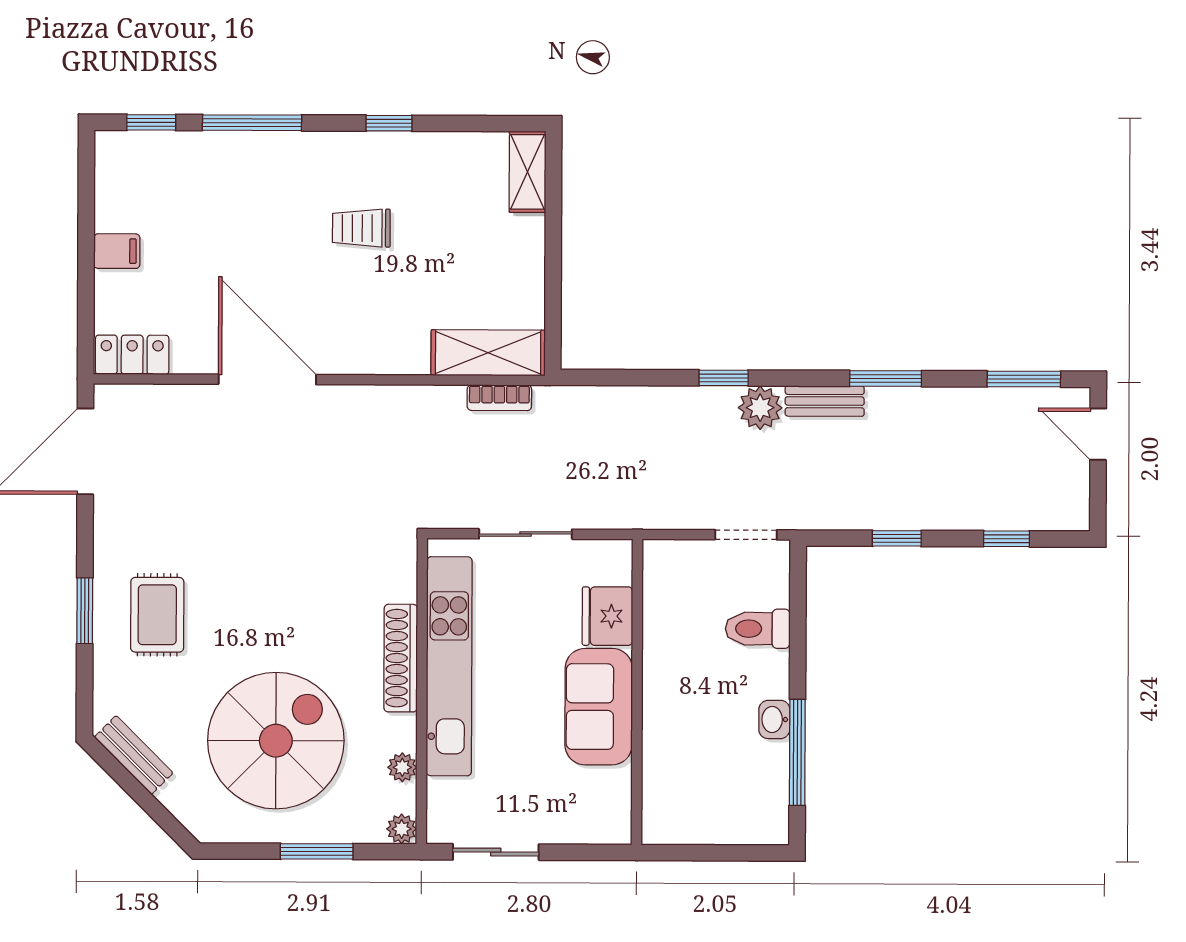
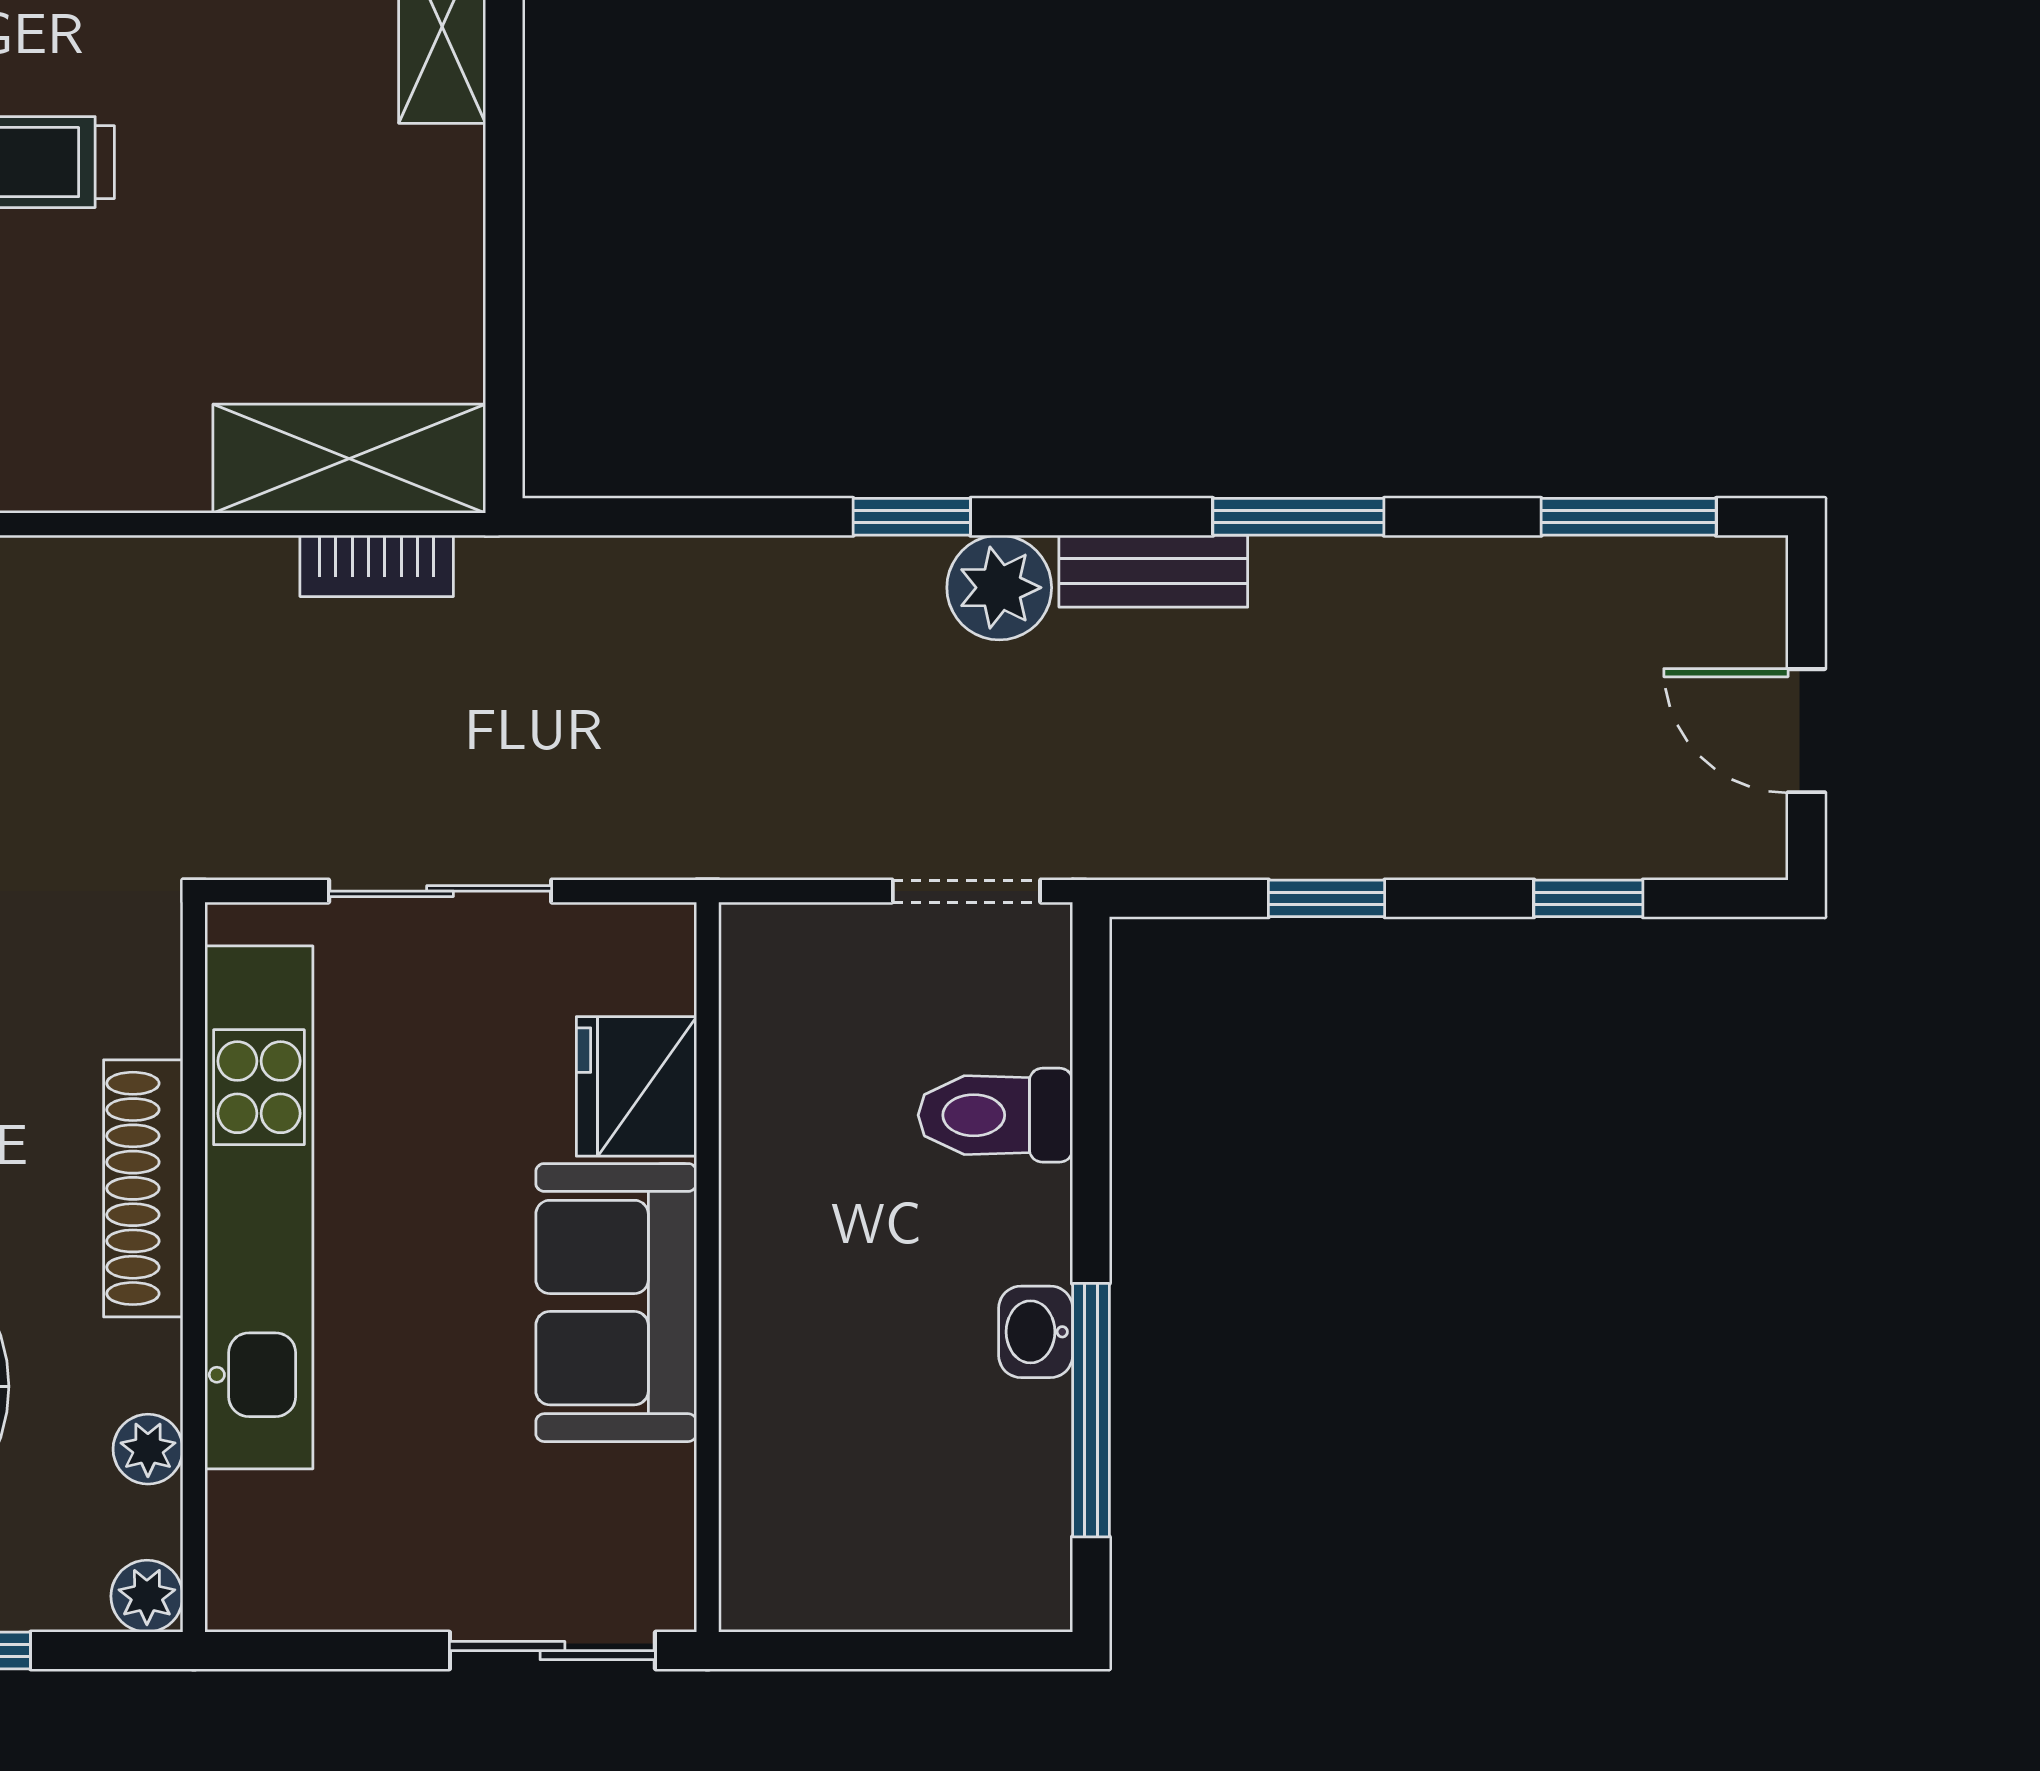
door: (1098, 434) -> (1806, 731), moved
sliding door: (496, 852) -> (552, 1651), moved

